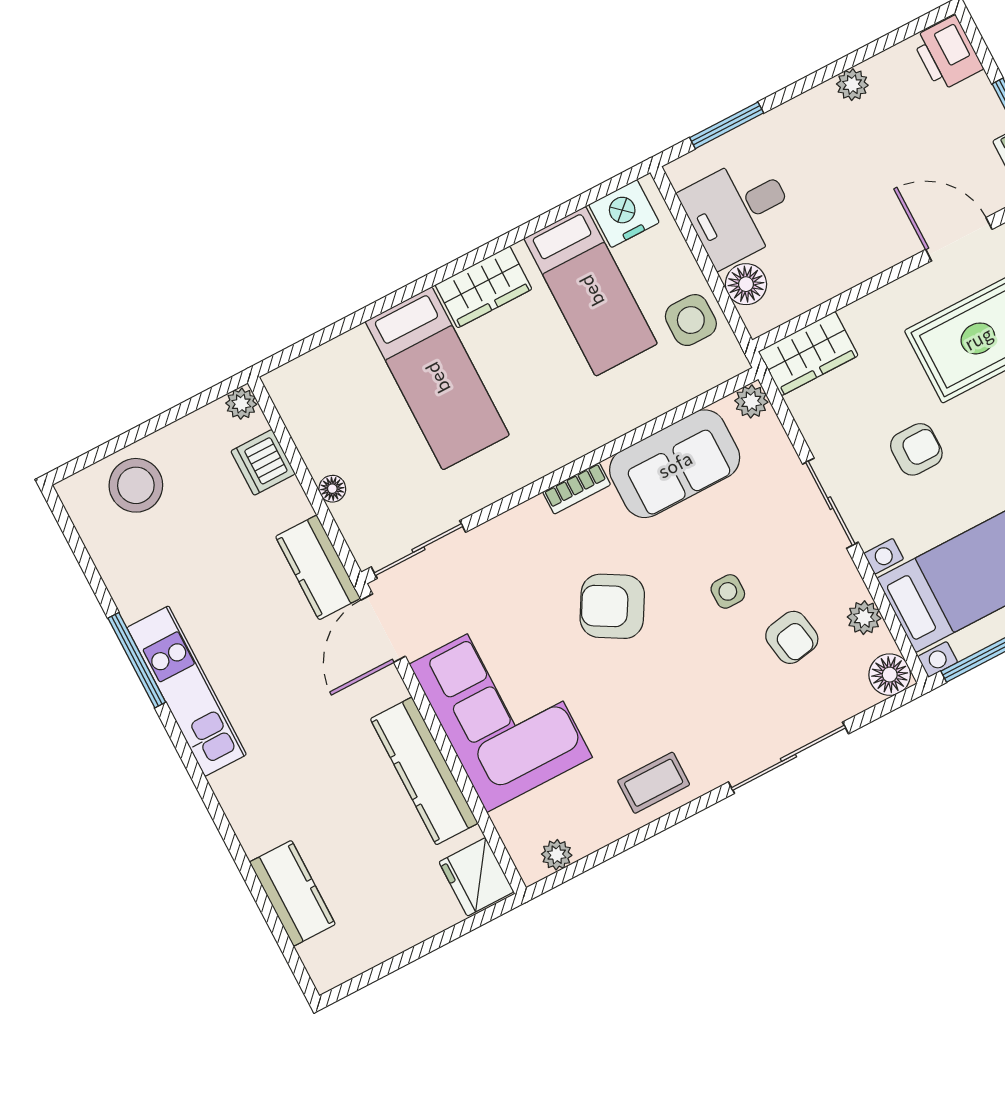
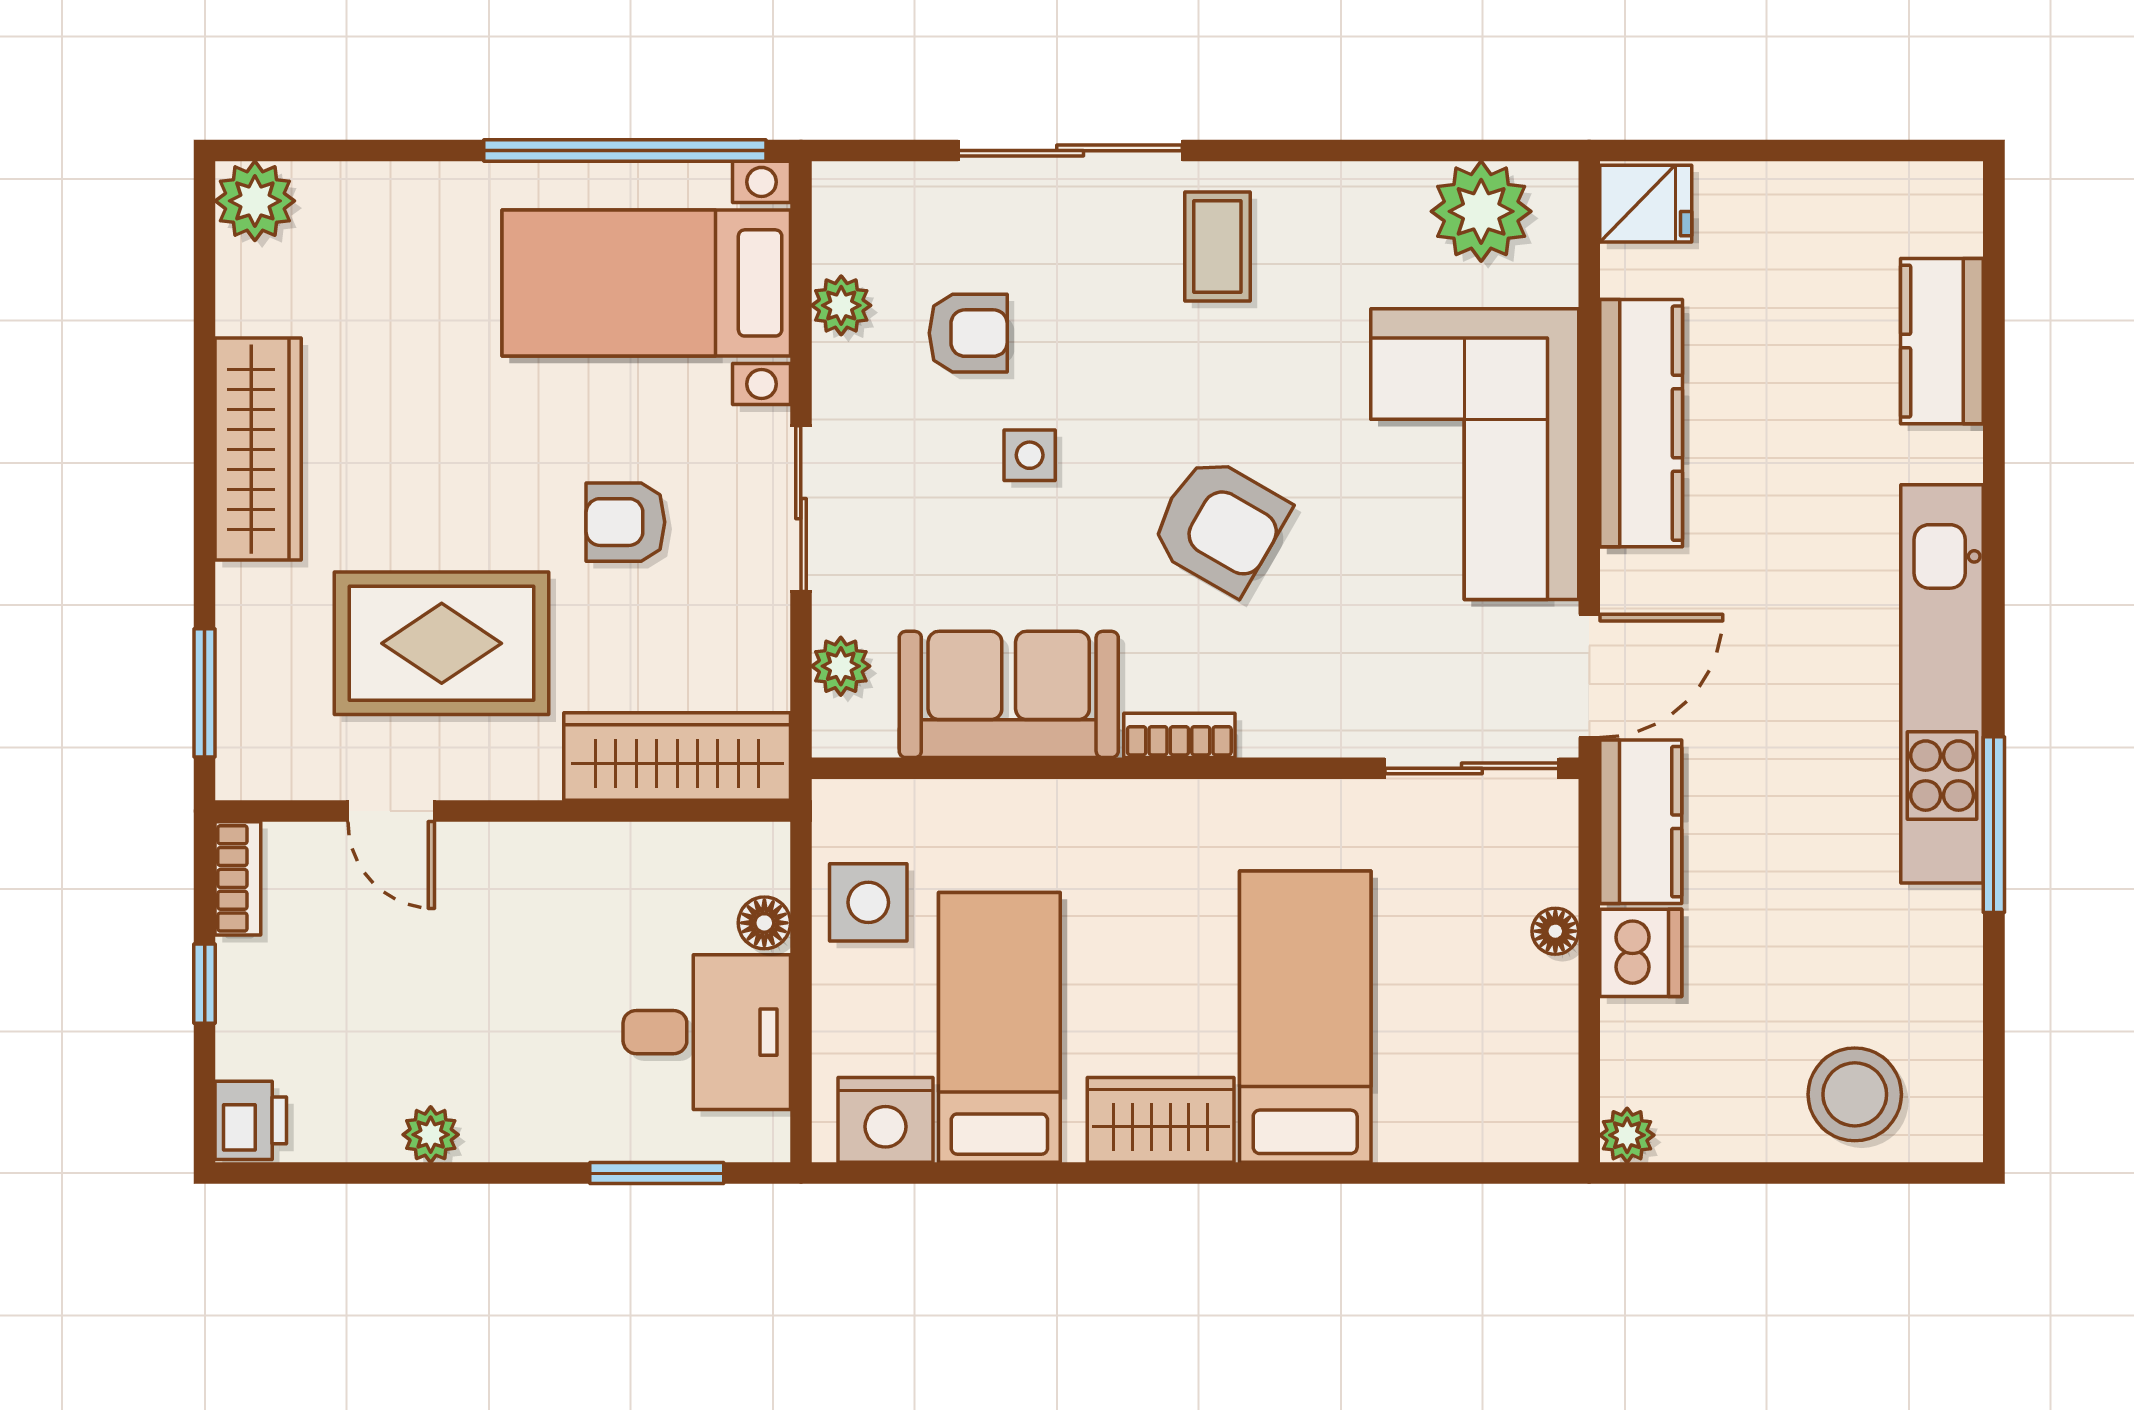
printer: (947, 53) -> (251, 1120), width x0.73, depth x0.81
door: (959, 239) -> (391, 811), width x0.73
floor lamp: (746, 284) -> (764, 923), width x0.73, depth x0.73
wardrobe: (808, 354) -> (677, 756), width x1.50
plant: (751, 401) -> (841, 666), moved
dishwasher: (263, 462) -> (1641, 953), moved
armchair: (792, 637) -> (968, 333), turned 100
floor lamp: (890, 675) -> (848, 197), removed
kitchen unit: (187, 691) -> (1942, 684), width x1.36
coffee table: (654, 783) -> (1217, 246), moved, turned 90
plant: (557, 855) -> (1481, 211), width x1.87, depth x1.87
fridge: (476, 877) -> (1646, 204), width x0.72

